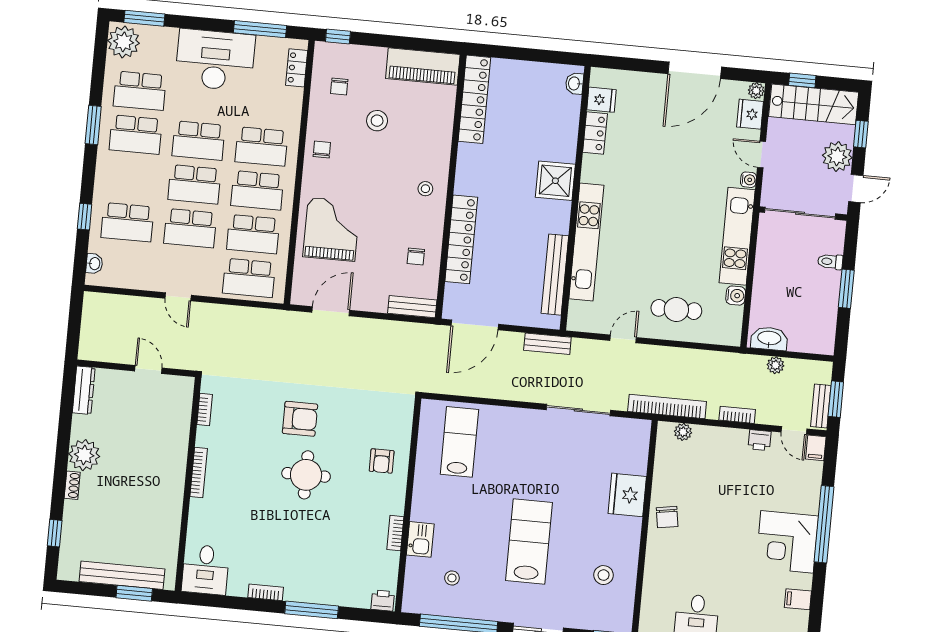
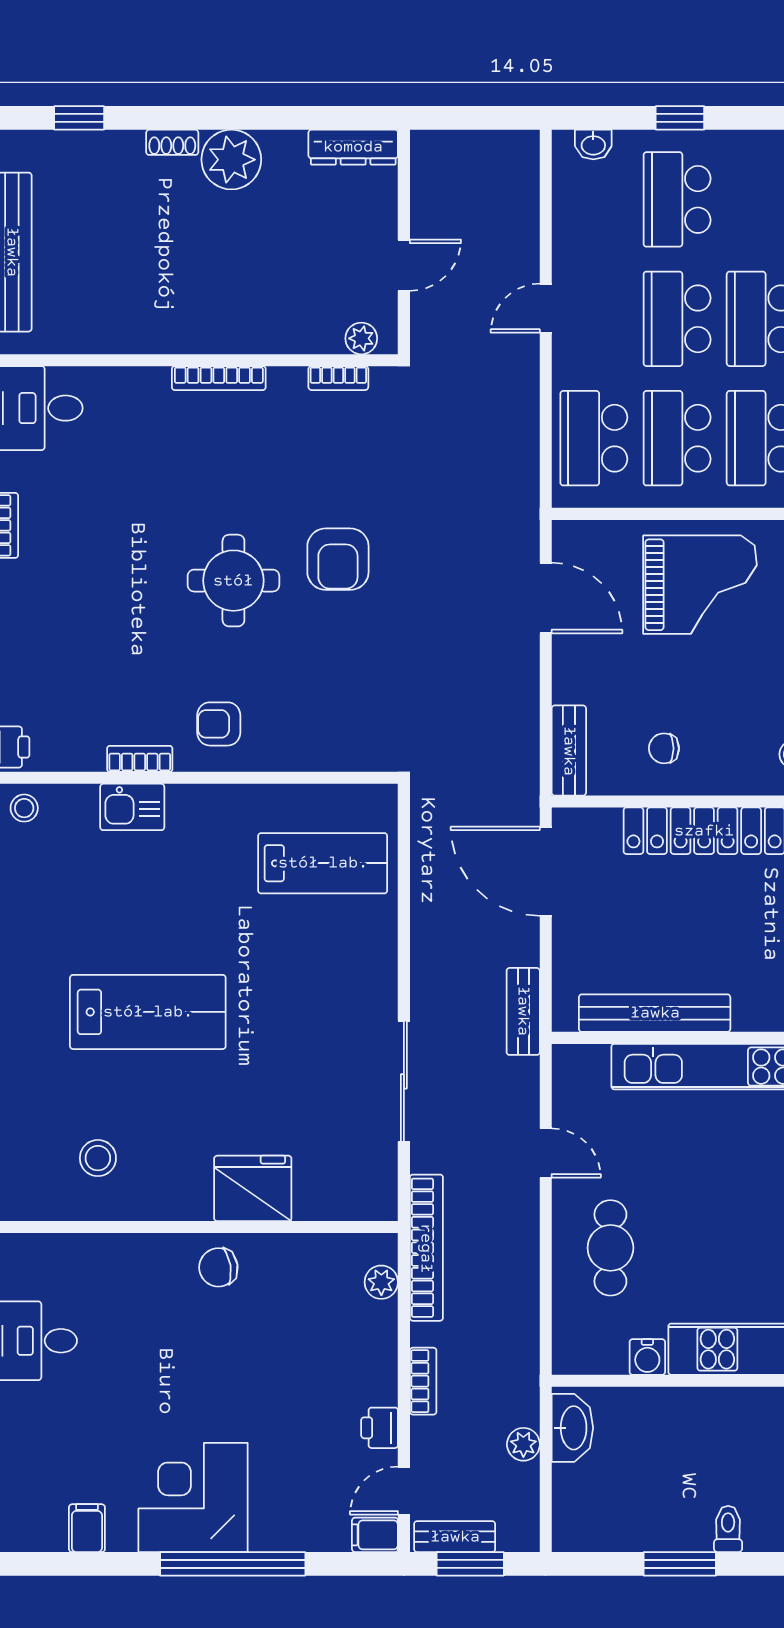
plant: (185, 395) -> (361, 338), added
armchair: (382, 461) -> (219, 724), moved
stool: (452, 578) -> (24, 808), moved

